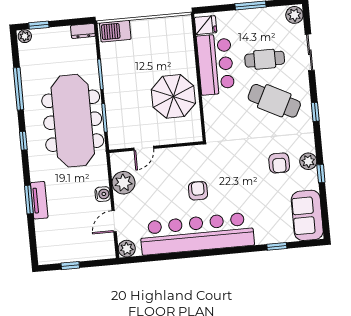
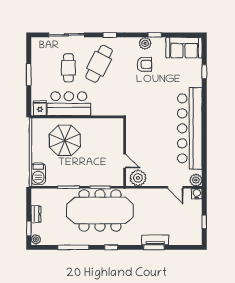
plant: (294, 15) -> (39, 43), removed
dresser: (83, 31) -> (36, 214), moved
sliding door: (310, 52) -> (66, 35), width x1.37
parasol: (173, 96) -> (65, 140), moved
plant: (123, 183) -> (138, 178), moved
armchair: (198, 191) -> (159, 125), removed
water cooler: (103, 194) -> (197, 194), moved

